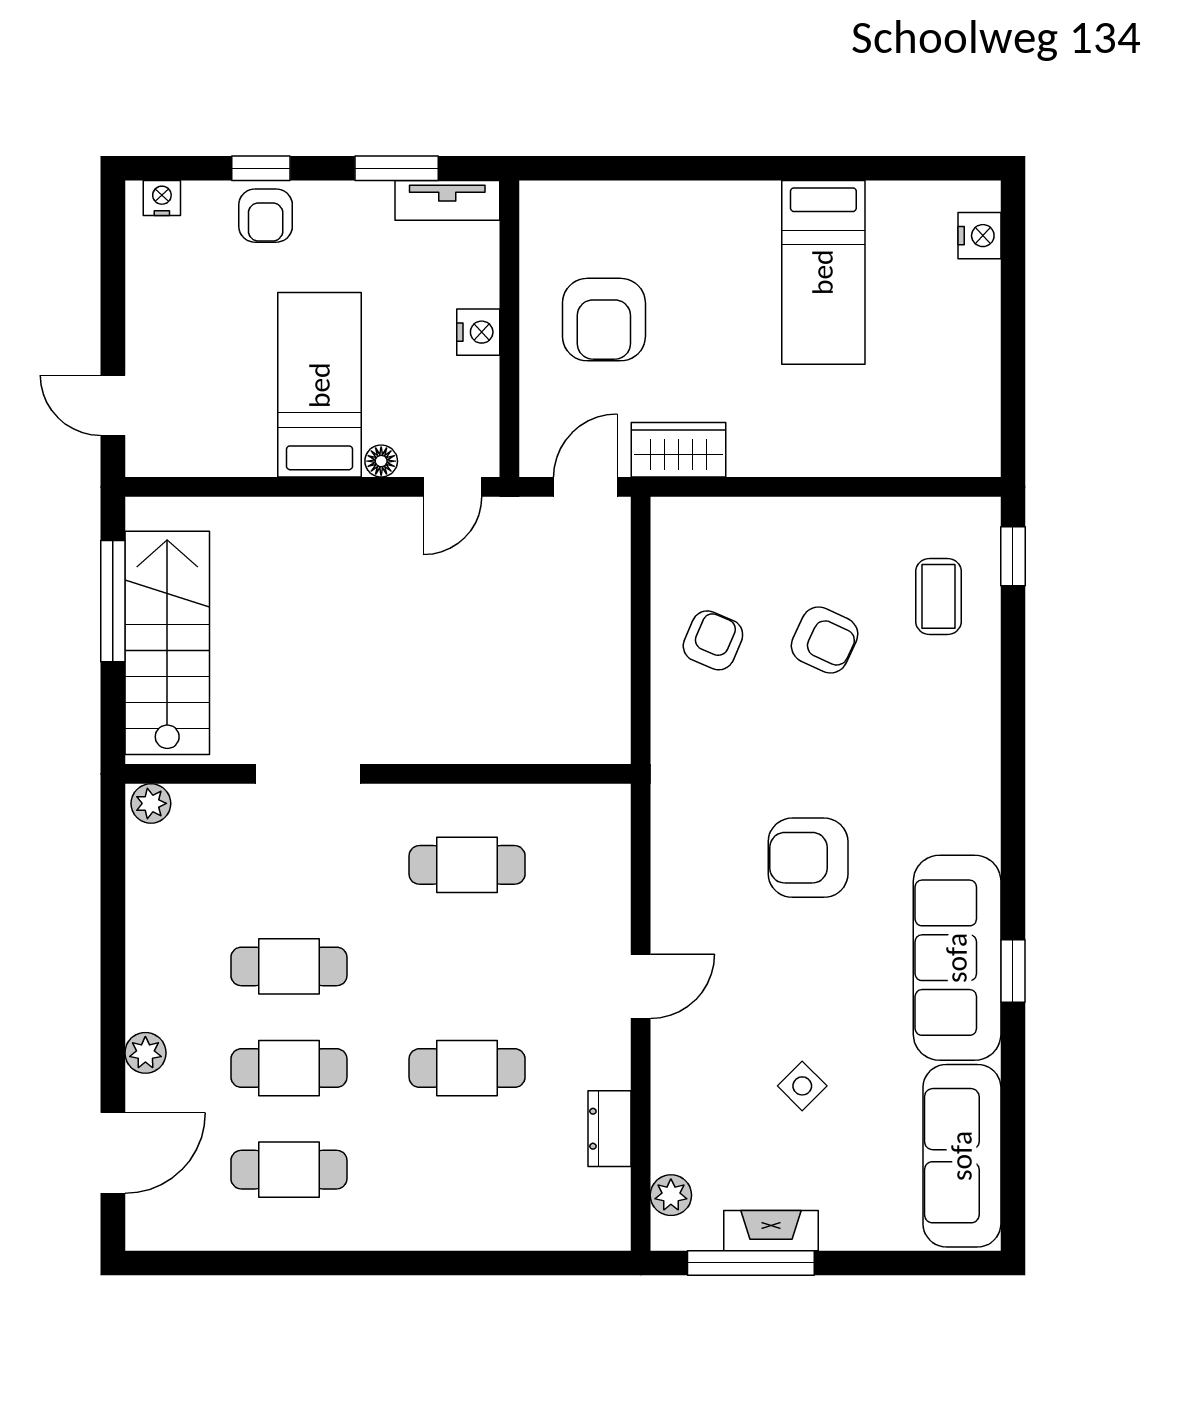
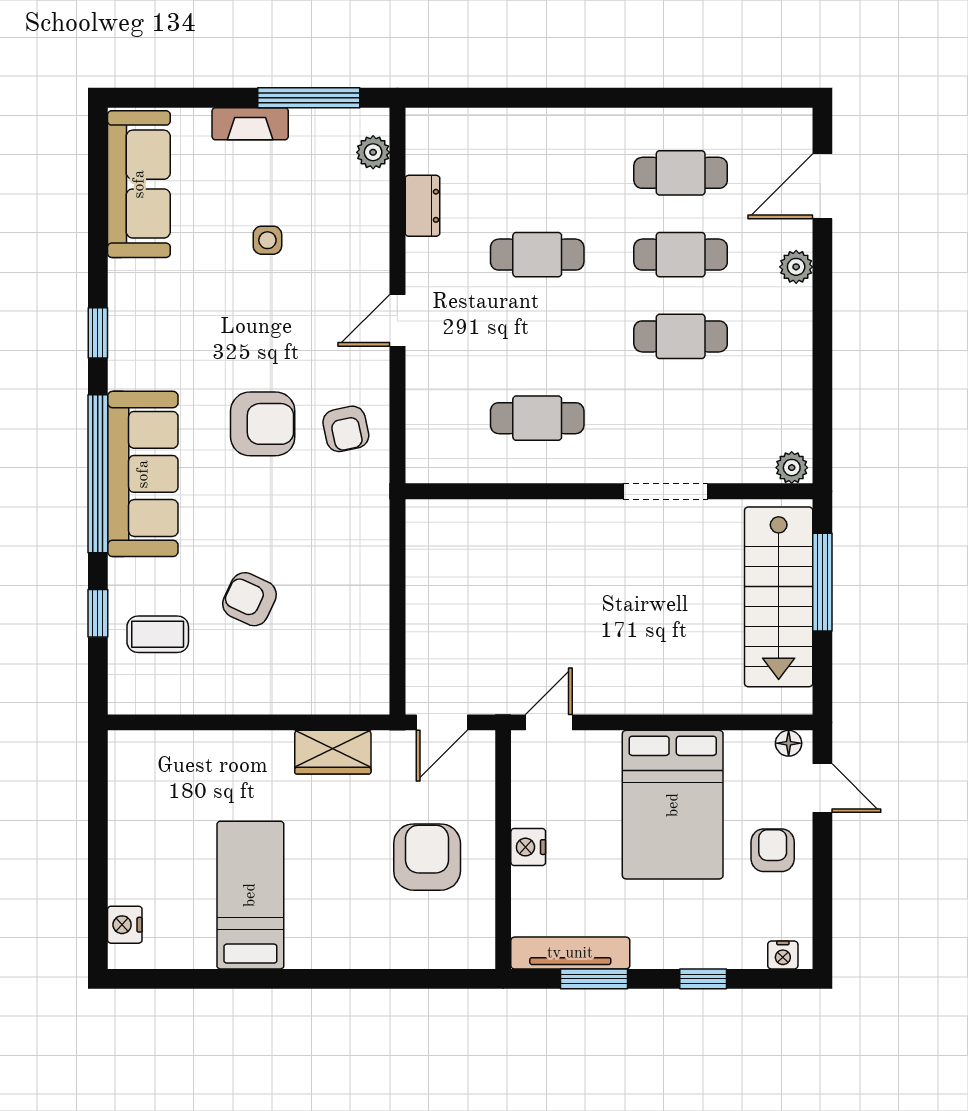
tv unit: (447, 200) -> (570, 953), width x1.41
armchair: (266, 216) -> (773, 850), moved
bed: (320, 385) -> (673, 805), width x1.50
wardrobe: (679, 450) -> (333, 752), moved
floor lamp: (381, 461) -> (789, 743), moved
window: (1013, 556) -> (98, 613), moved
coffee table: (938, 596) -> (158, 634), turned 90
window: (113, 601) -> (822, 582), moved
armchair: (713, 640) -> (346, 429), moved, turned -35
window: (1013, 796) -> (98, 474), added
sofa: (957, 958) -> (143, 474), moved
side table: (802, 1086) -> (267, 240), turned 45
fireplace: (771, 1231) -> (250, 124), moved

